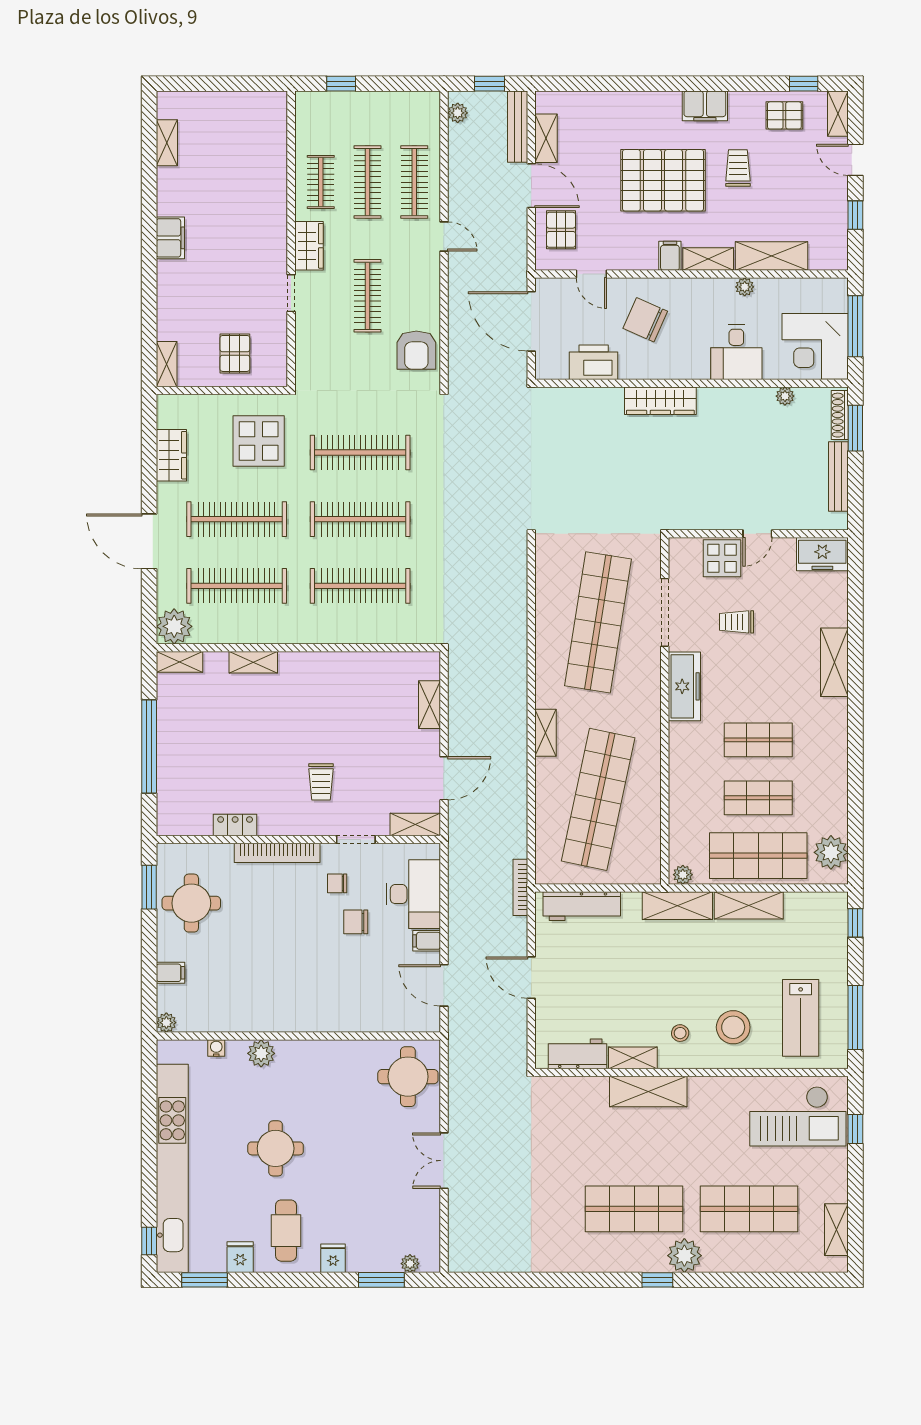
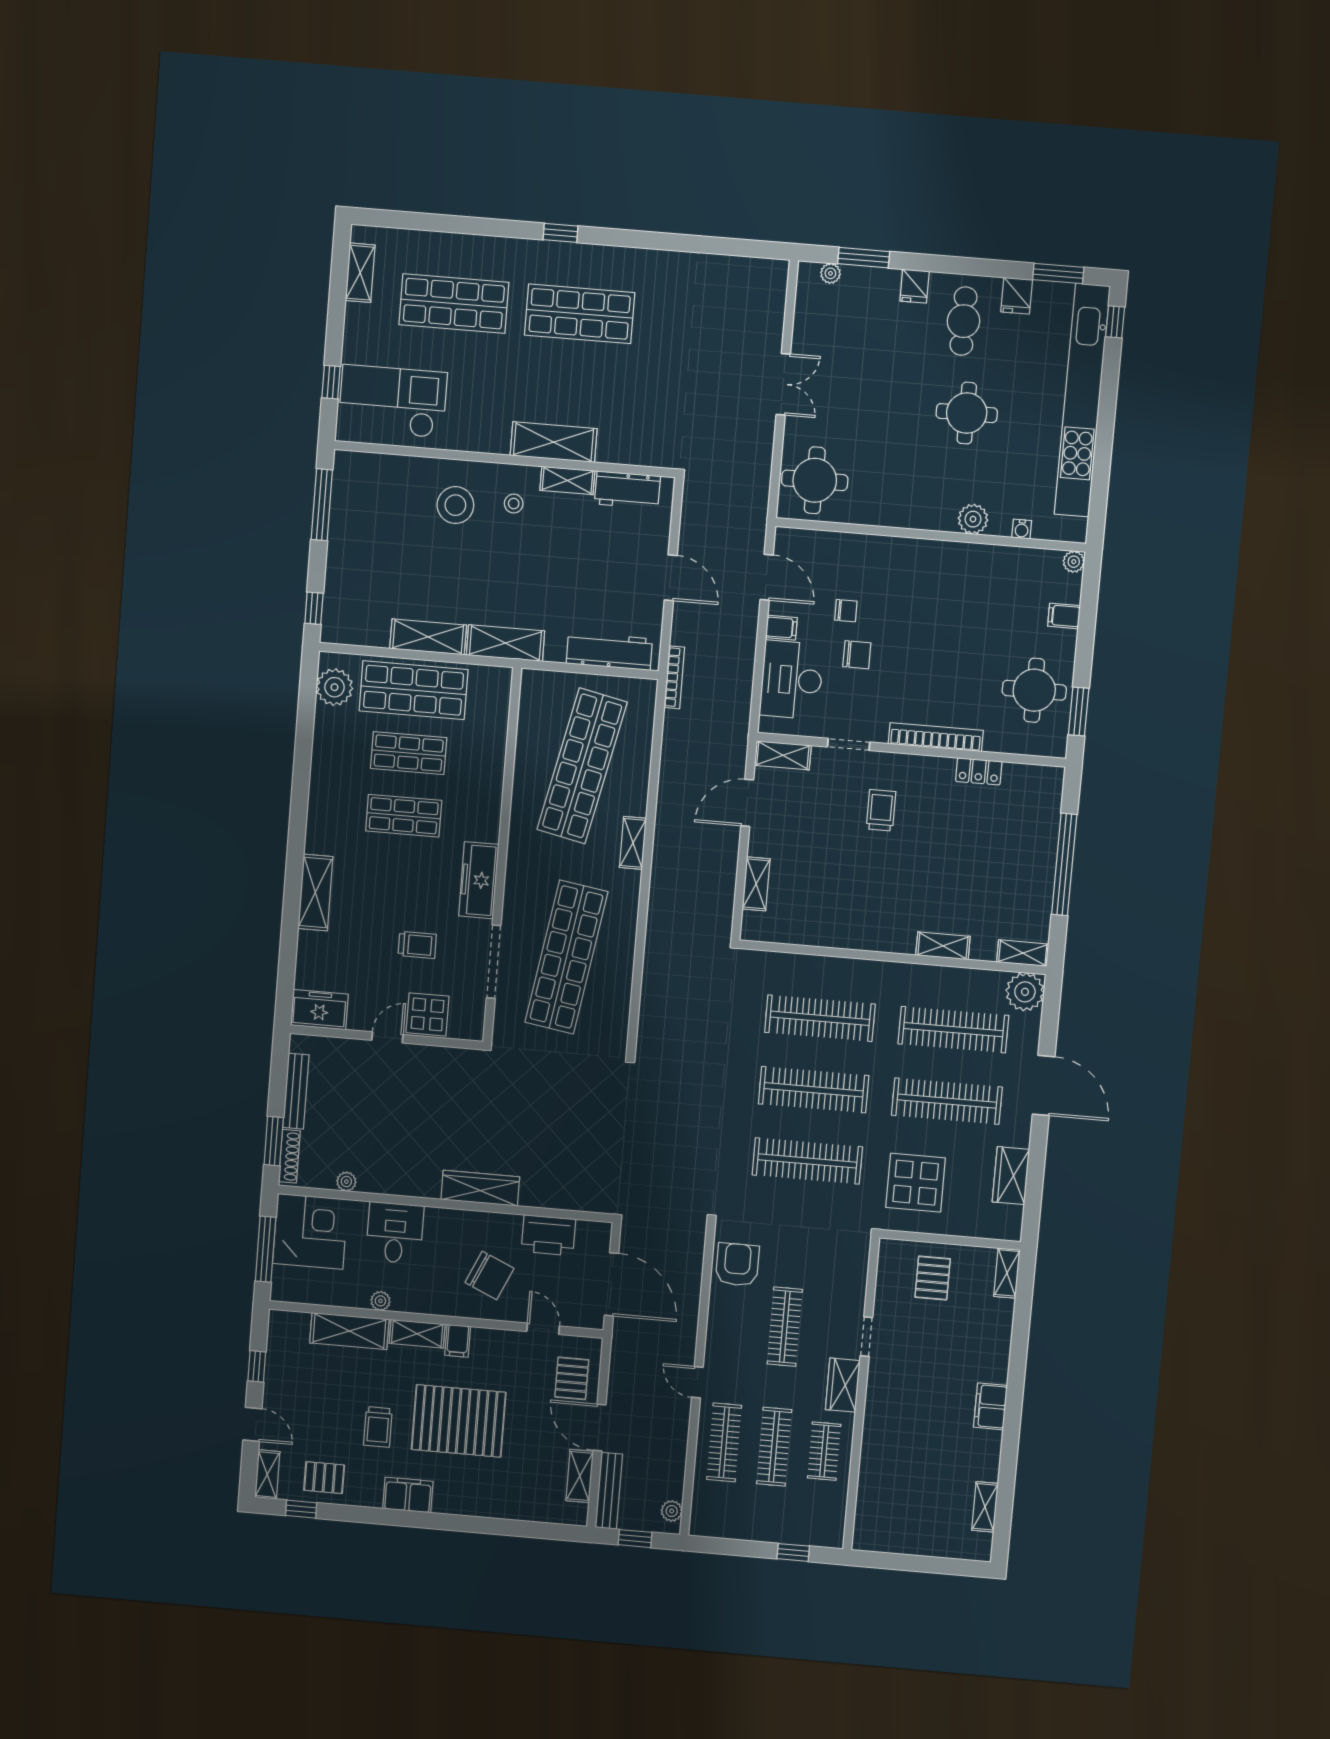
plant: (683, 875) -> (497, 676), removed
chair: (337, 883) -> (846, 611), moved
lab bench: (801, 1018) -> (381, 509), removed
plant: (684, 1256) -> (529, 258), removed

